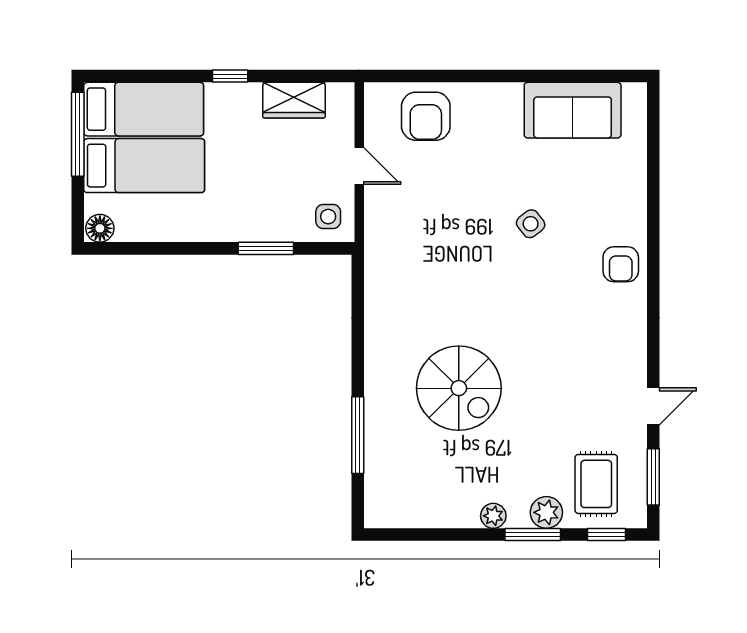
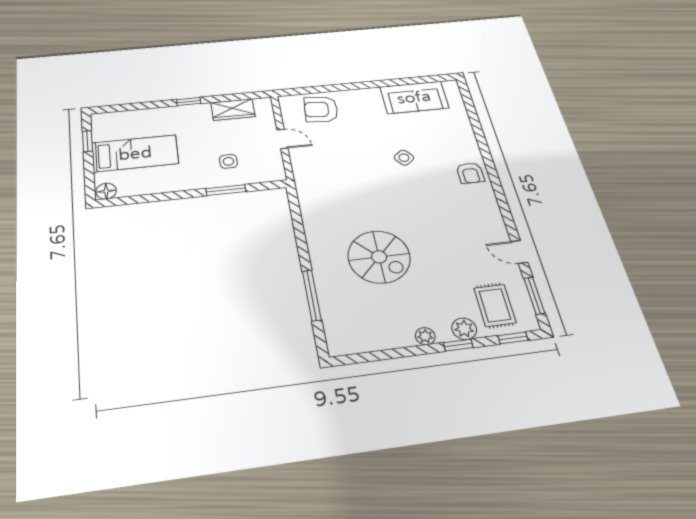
bed: (144, 109) -> (132, 124), removed
armchair: (426, 116) -> (321, 109), turned 95
window: (78, 134) -> (87, 141), width x0.46
side table: (328, 217) -> (228, 161), moved
door: (653, 406) -> (519, 252), swing flipped
window: (533, 535) -> (458, 345), width x0.67

